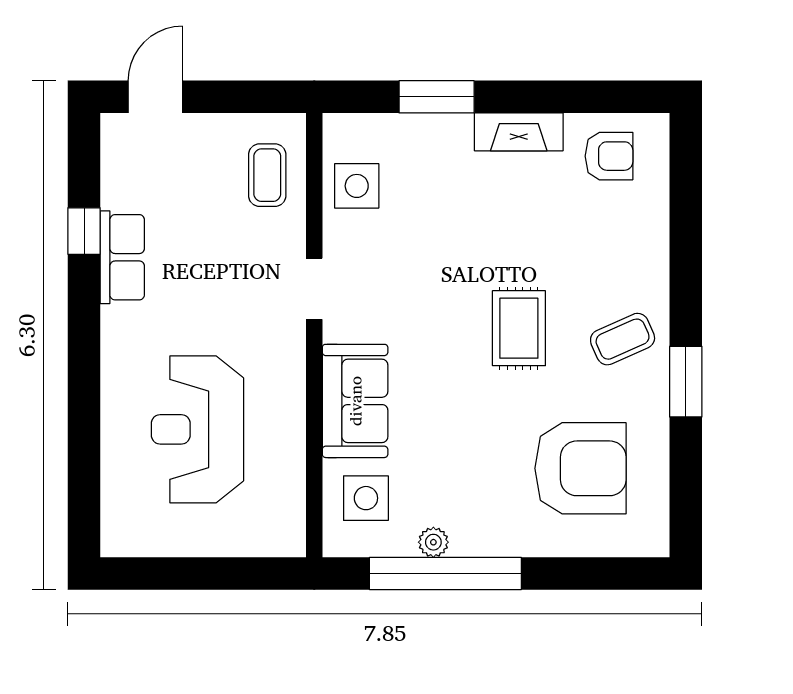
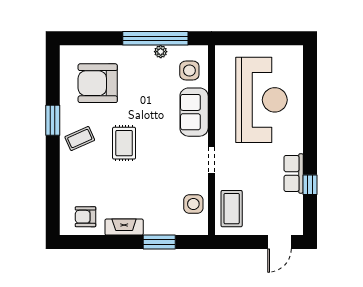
coffee table: (267, 175) -> (232, 209), width x1.36, depth x1.30
reception desk: (198, 429) -> (261, 100), width x1.36, depth x1.30

